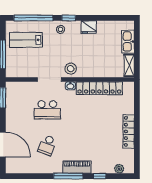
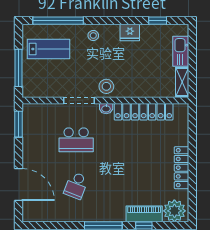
window: (69, 18) -> (158, 21), moved
lab bench: (26, 40) -> (49, 49), turned 180
piano: (77, 167) -> (144, 214), moved
plant: (119, 169) -> (174, 211), width x1.87, depth x1.87

